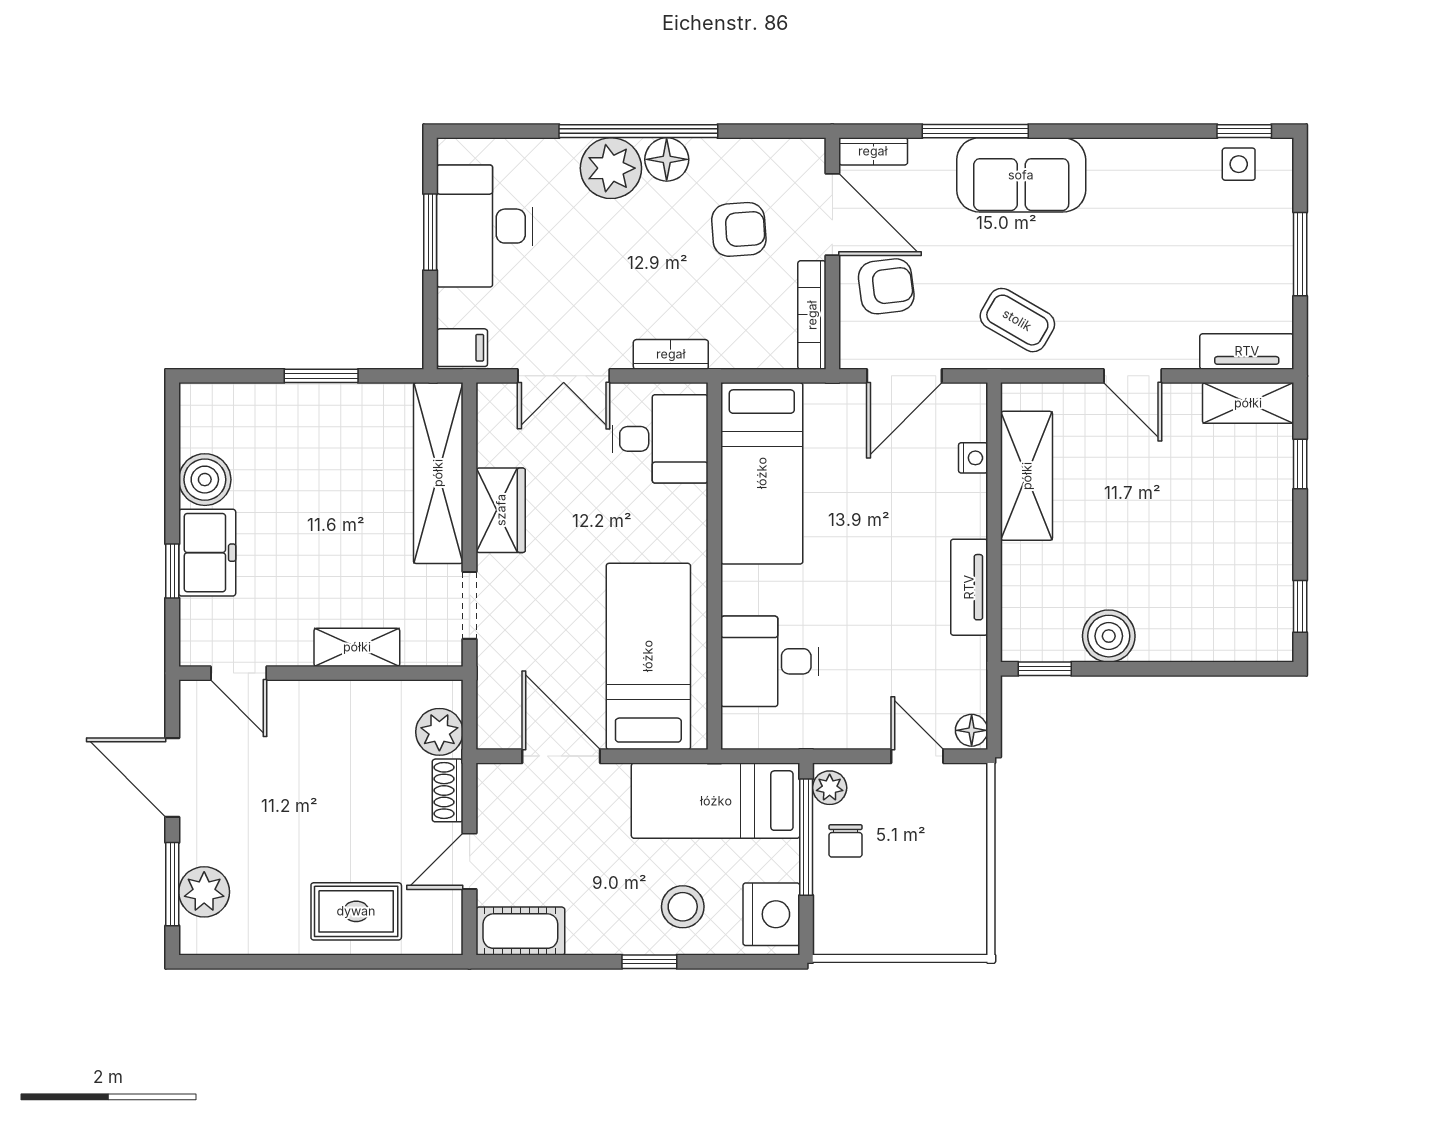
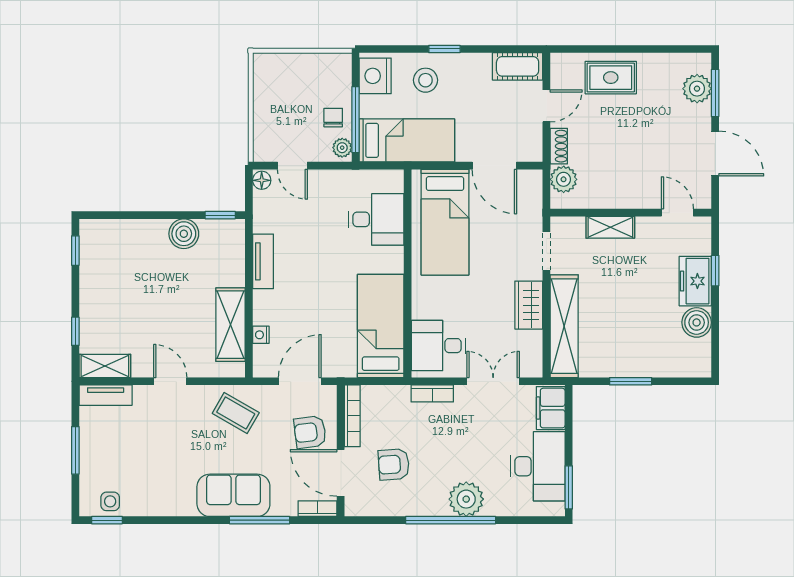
floor lamp: (667, 159) -> (435, 504), removed
window: (430, 232) -> (569, 487), moved
filing cabinet: (462, 348) -> (551, 408), width x2.00

